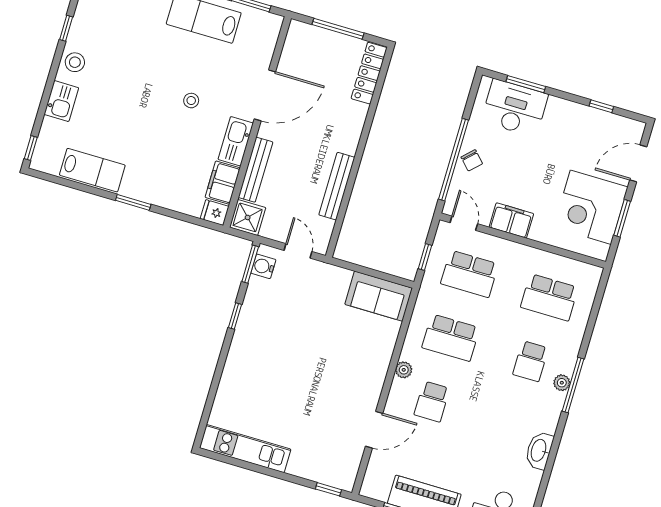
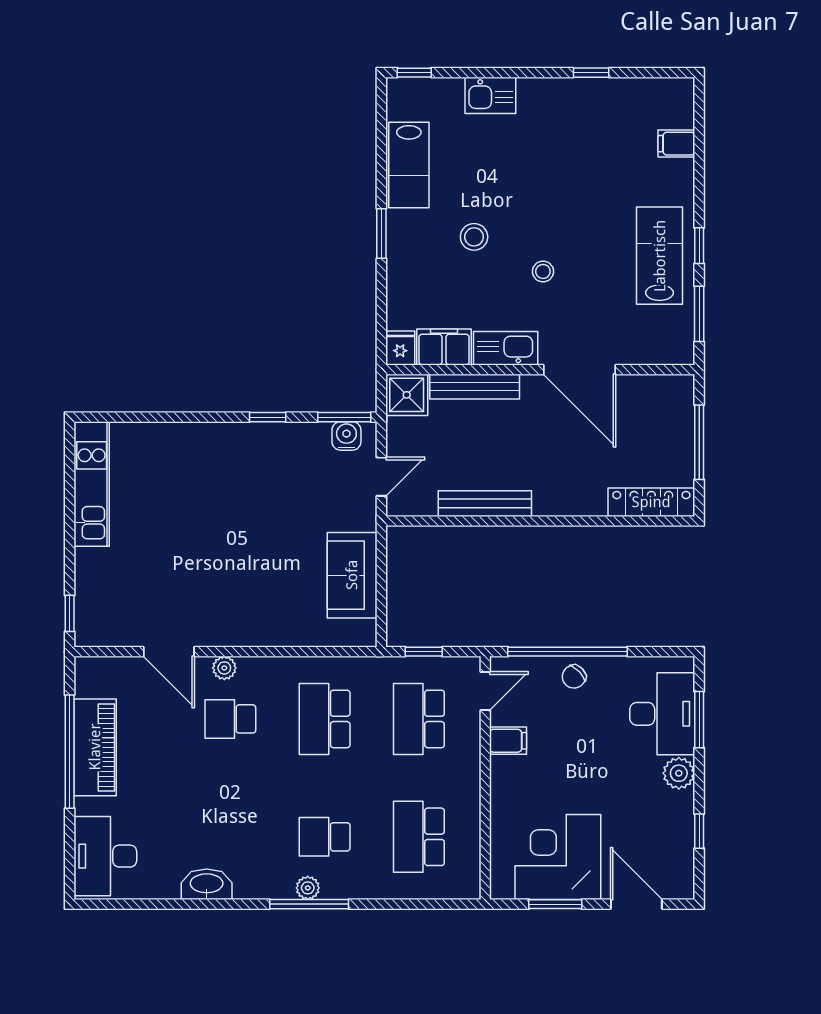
stool: (75, 62) -> (474, 237), moved
plant: (558, 109) -> (679, 773), added
filing cabinet: (511, 220) -> (508, 741), width x0.50
sofa: (379, 296) -> (352, 575), moved
plant: (404, 370) -> (224, 668), moved

